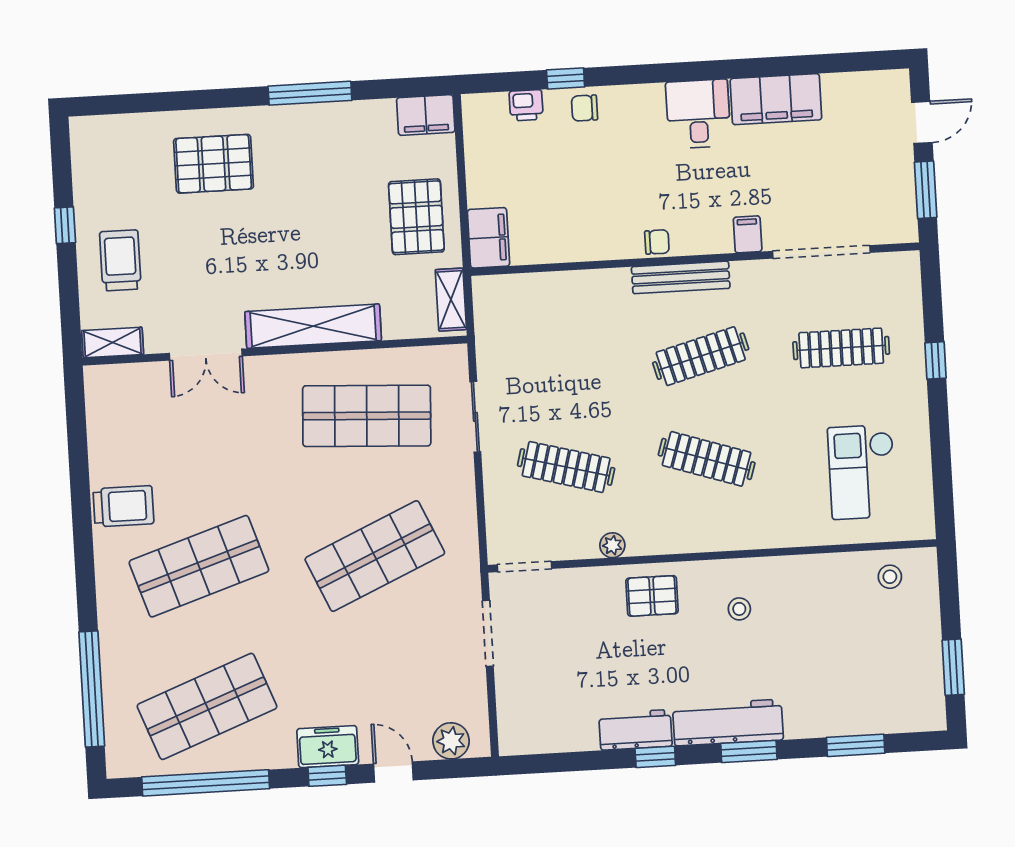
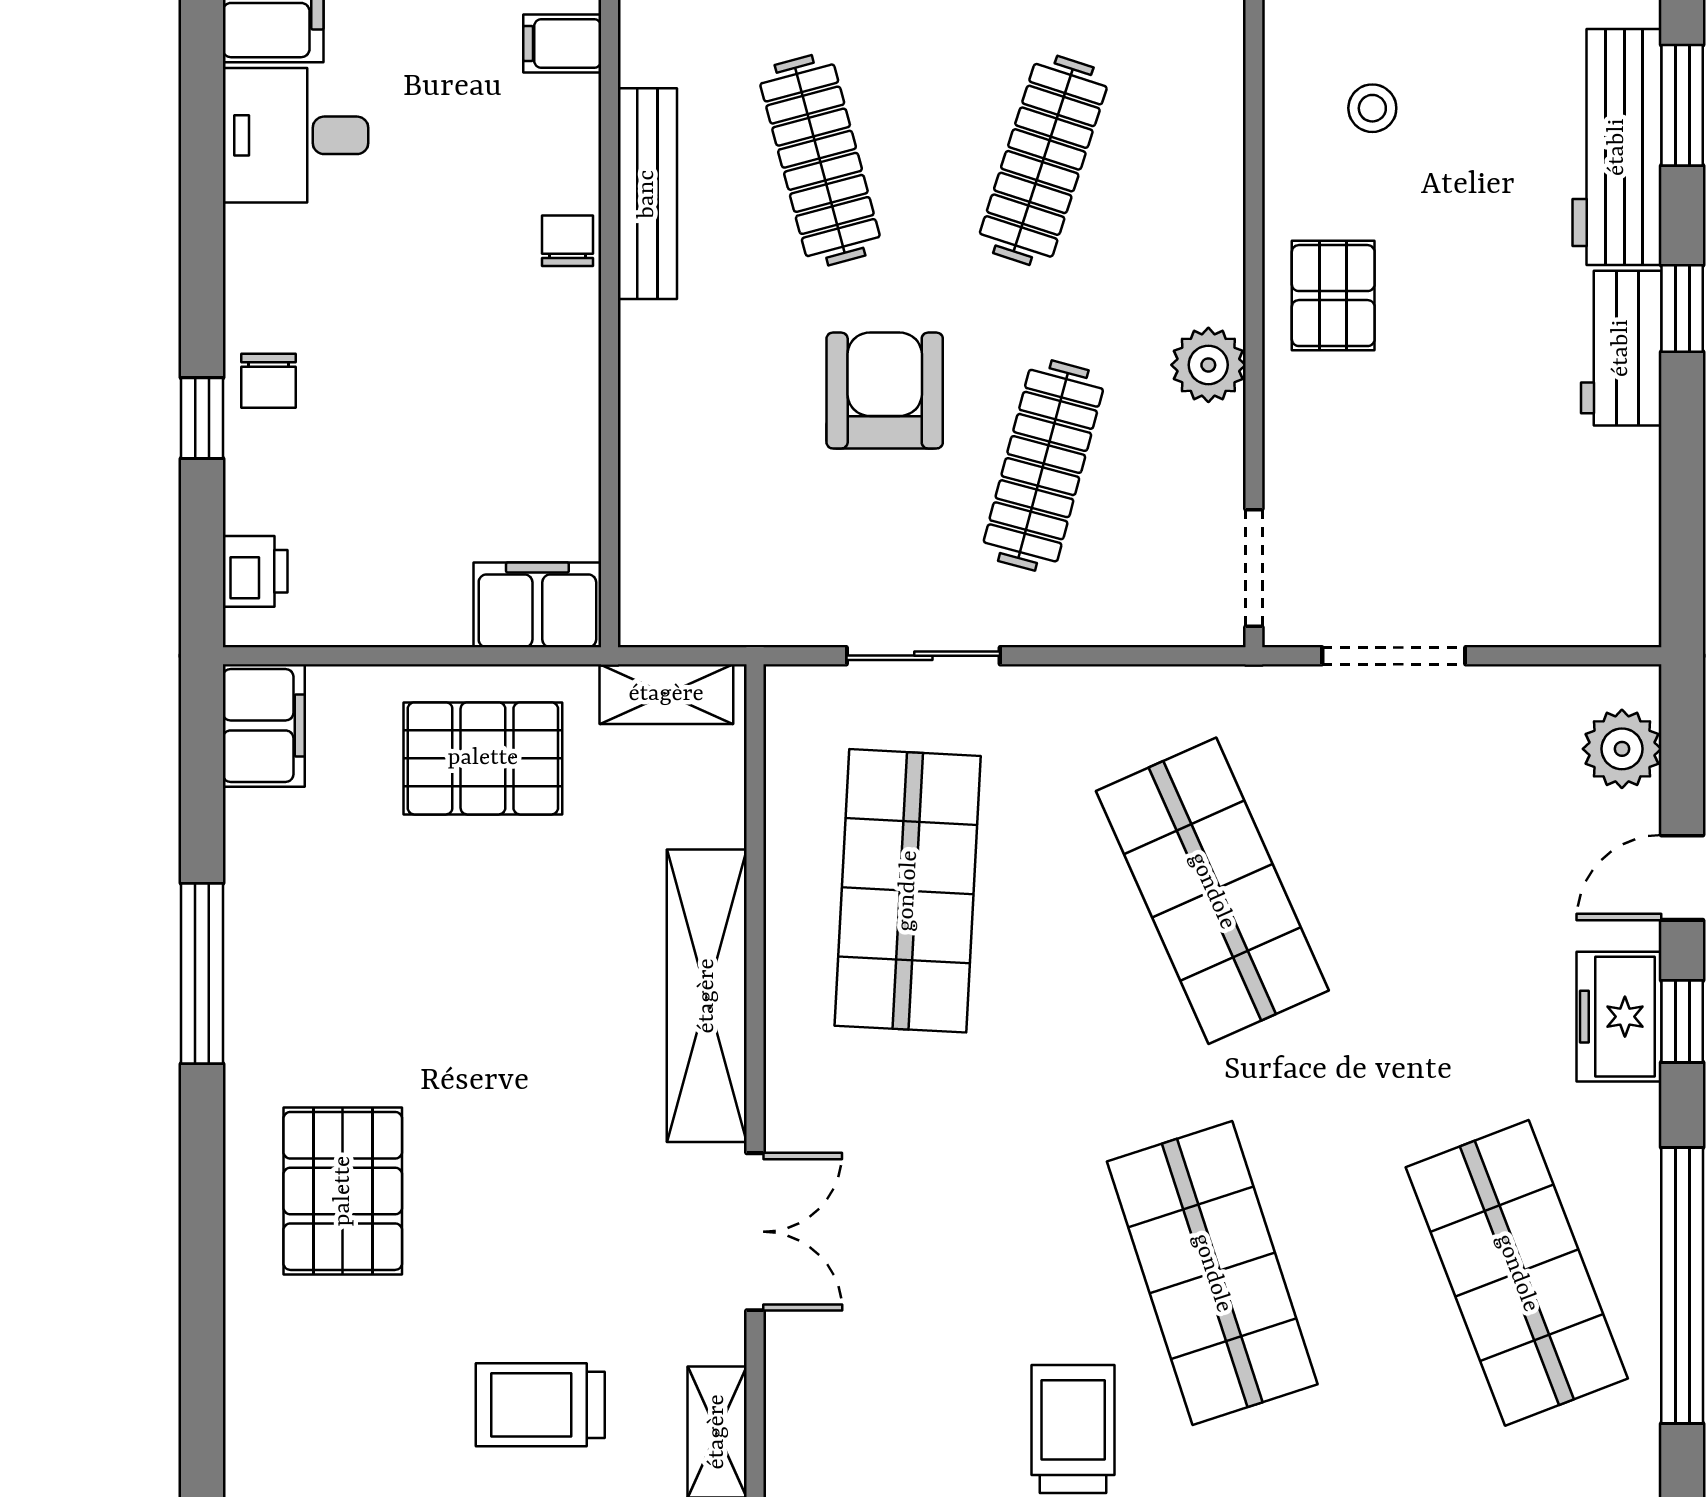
printer: (526, 105) -> (255, 571), moved
armchair: (596, 392) -> (885, 391), added
plant: (612, 545) -> (1208, 365), width x1.38, depth x1.38

